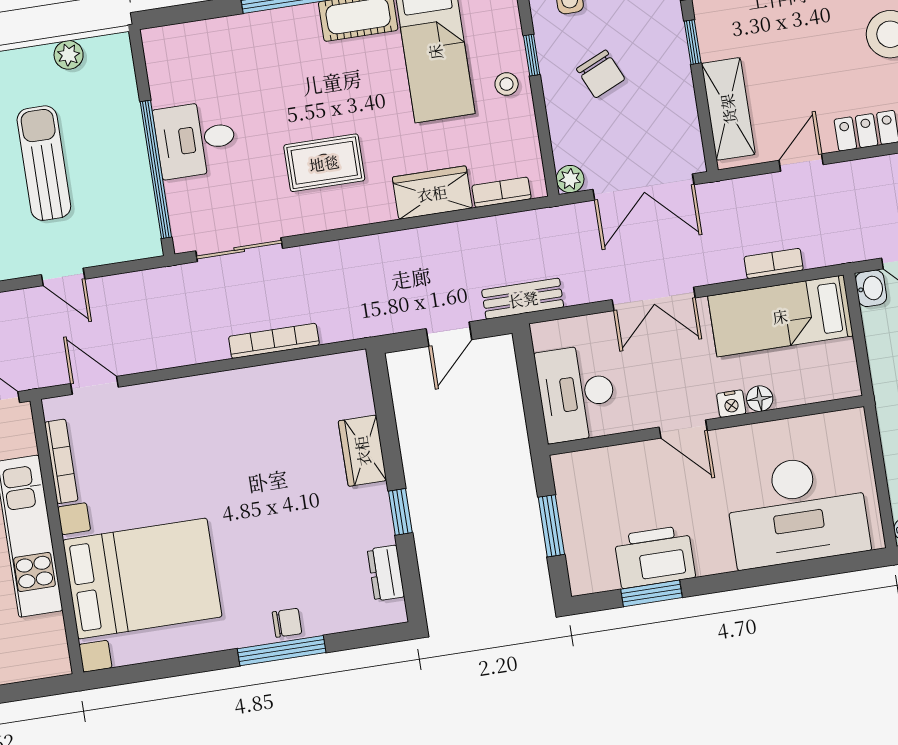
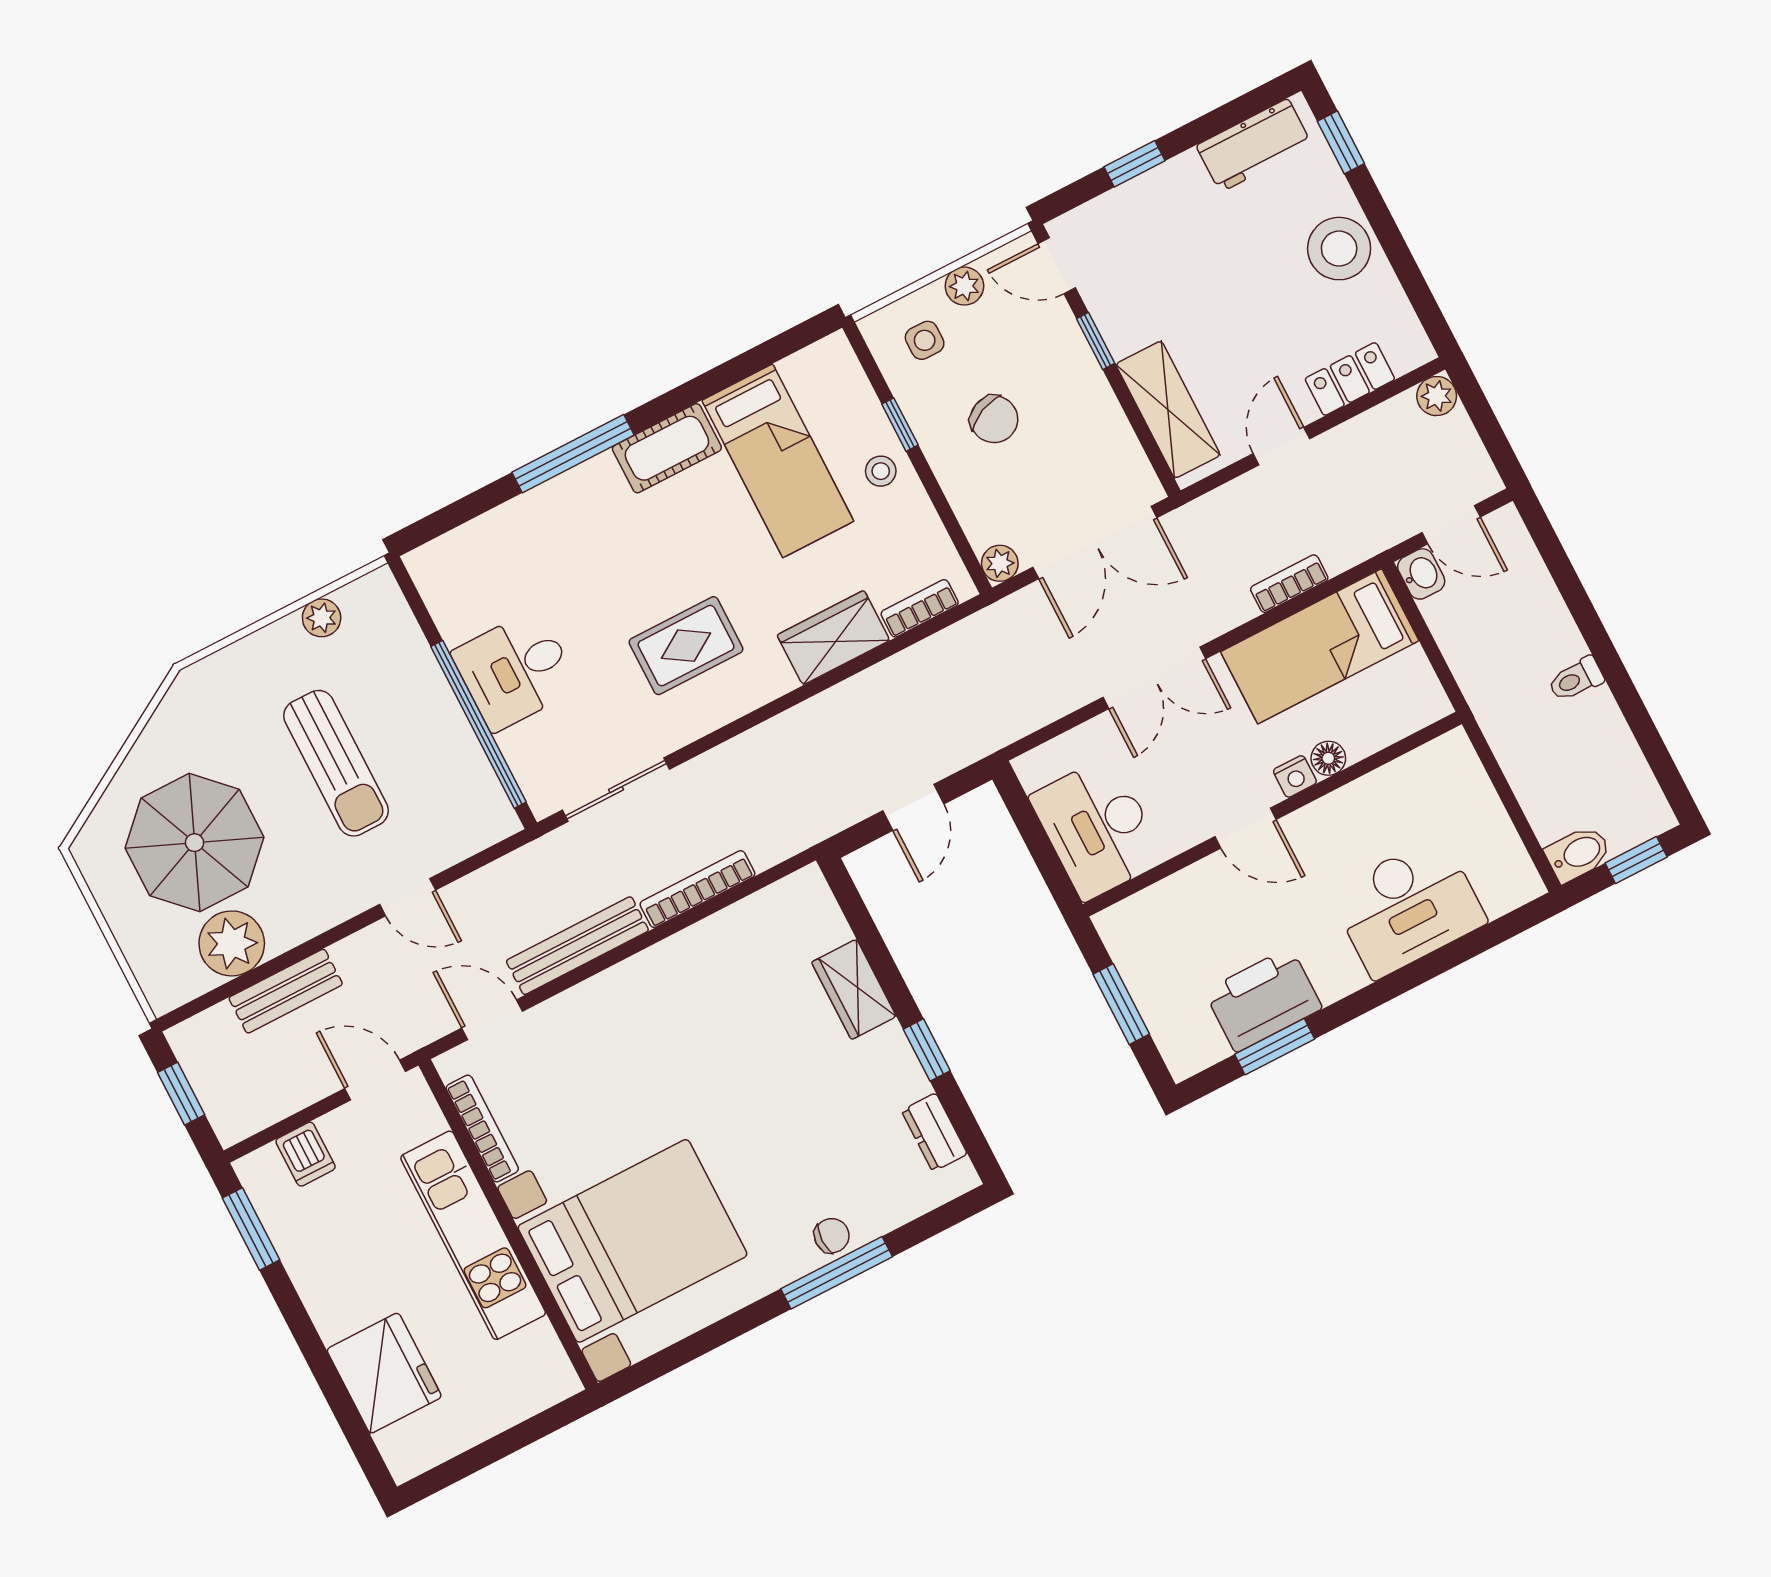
sun lounger: (44, 163) -> (336, 763), turned 180
bench: (523, 299) -> (577, 946), moved, width x1.36
desk: (797, 511) -> (1408, 907), width x0.73, depth x0.77

